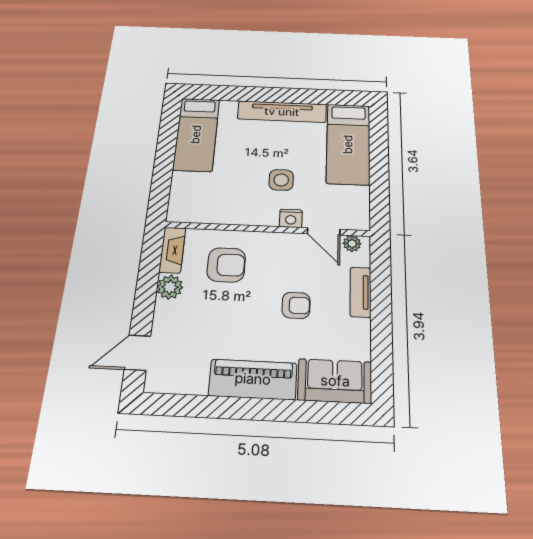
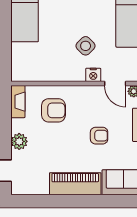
side table: (281, 180) -> (86, 46), turned 45
plant: (170, 287) -> (19, 141), moved

